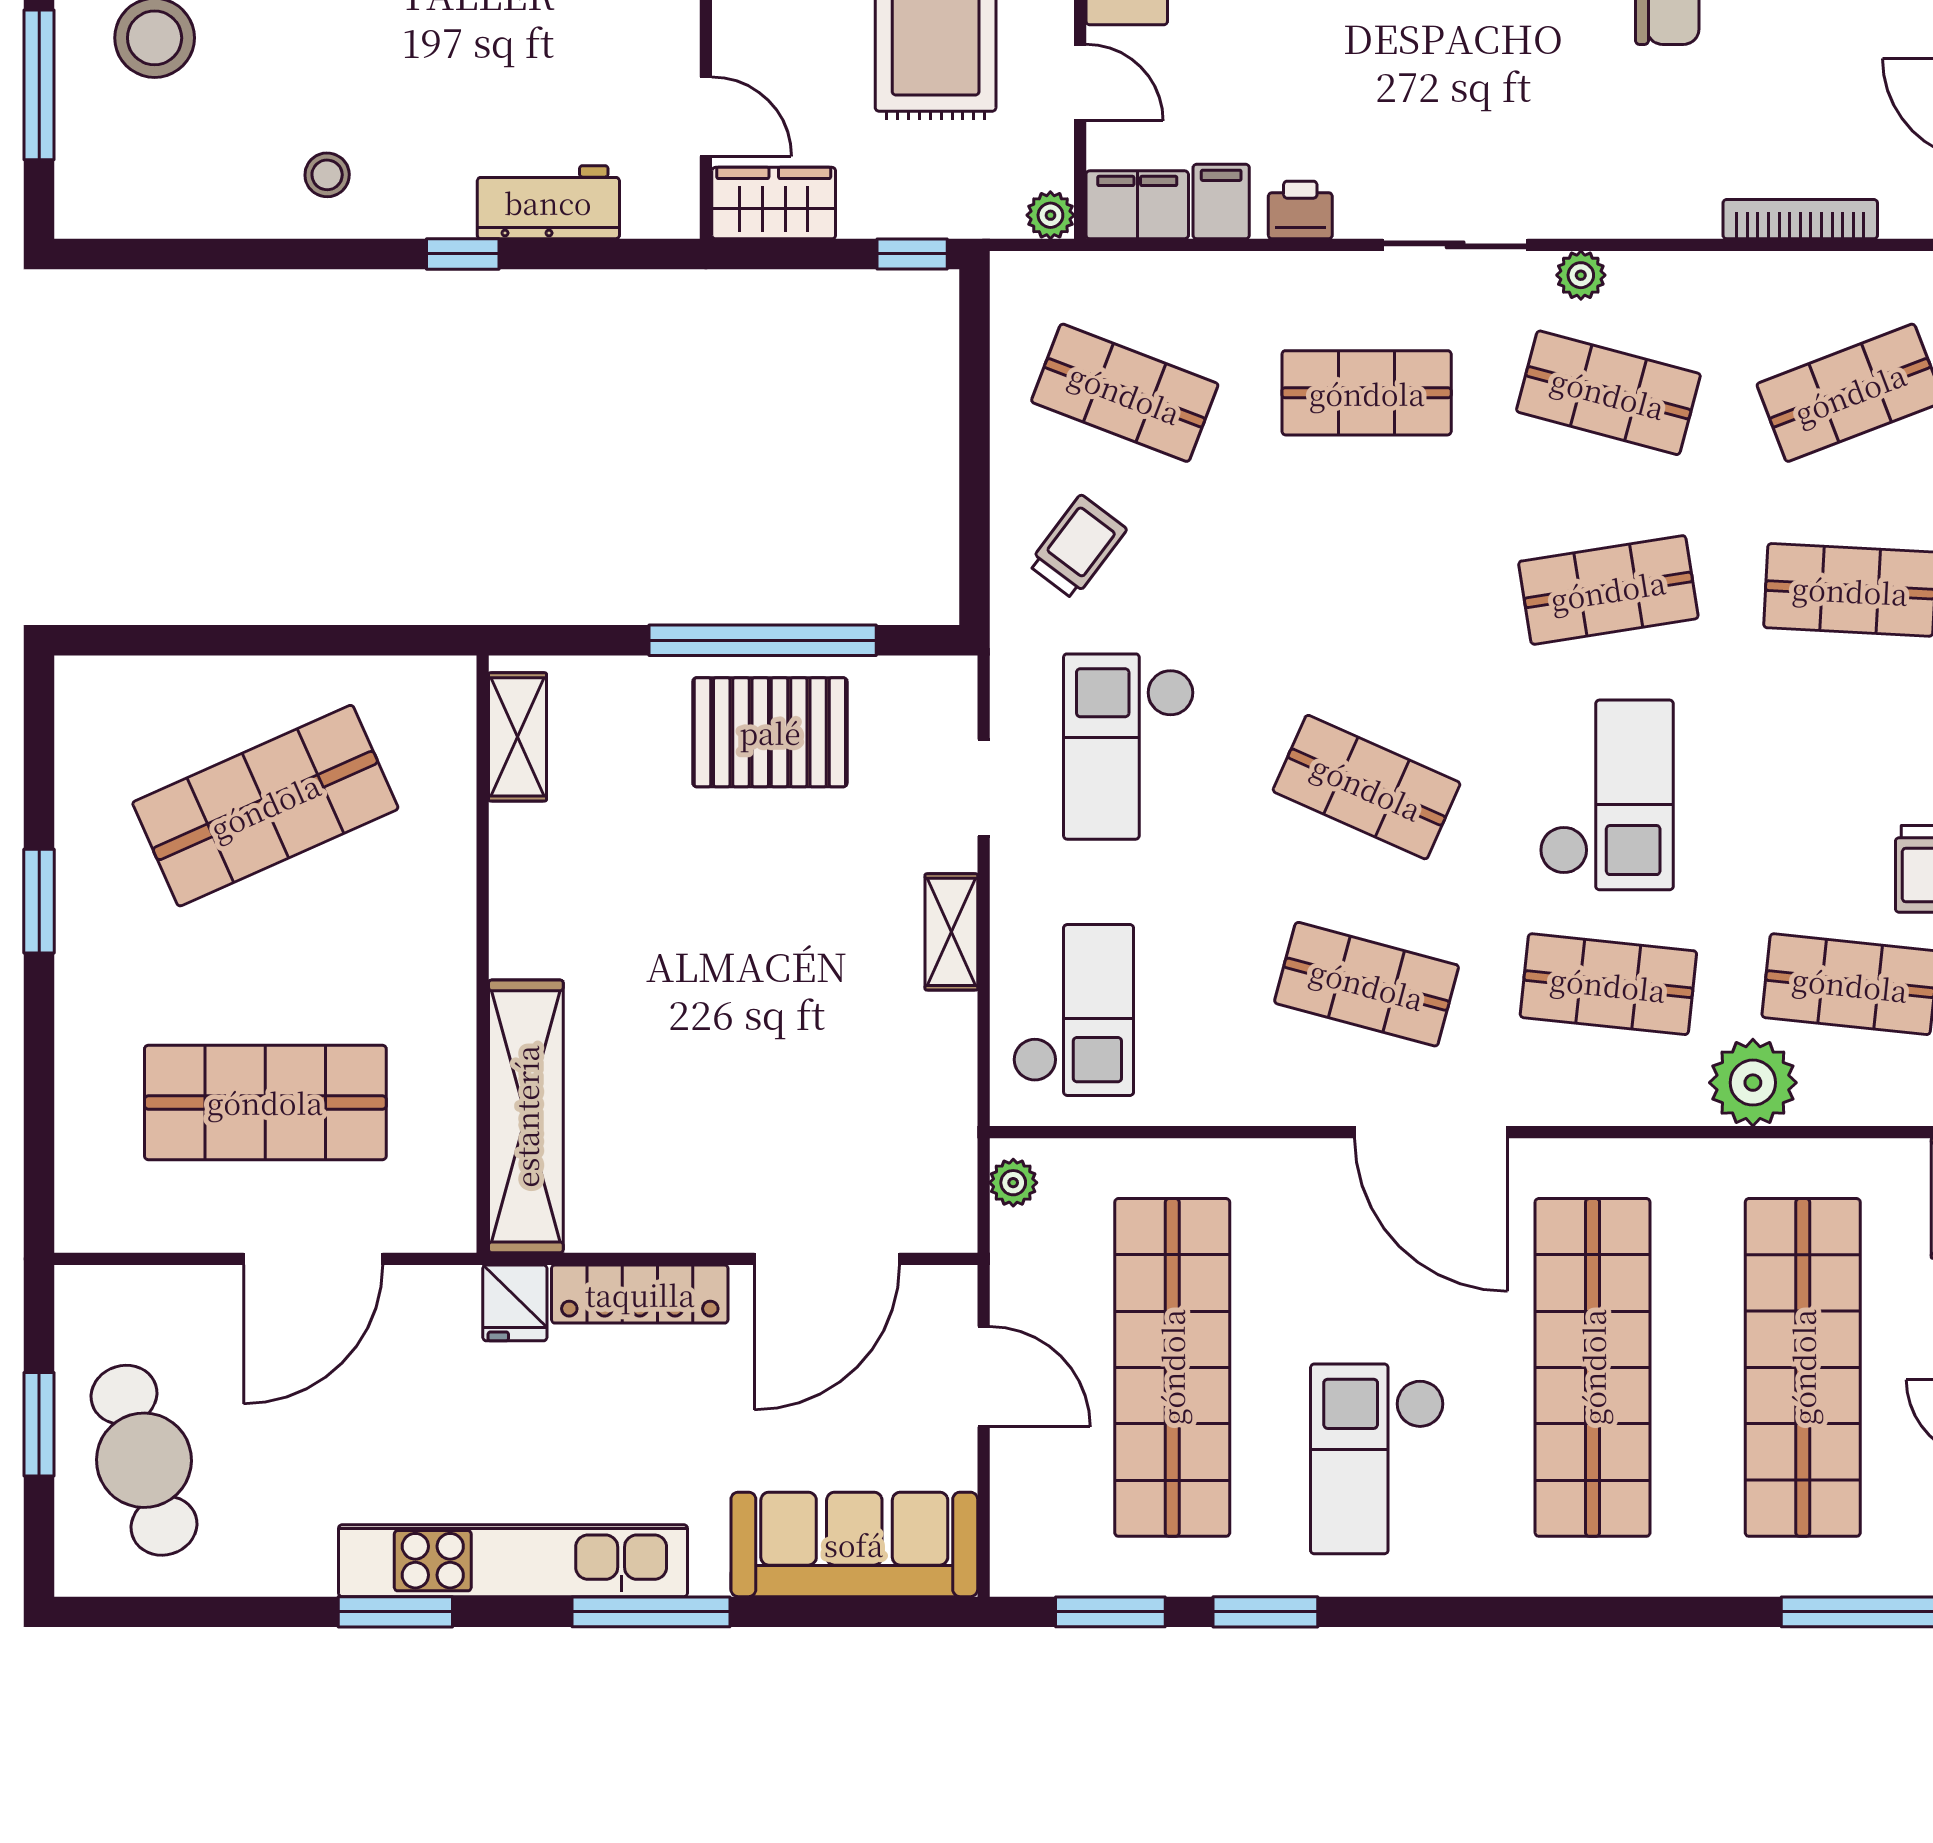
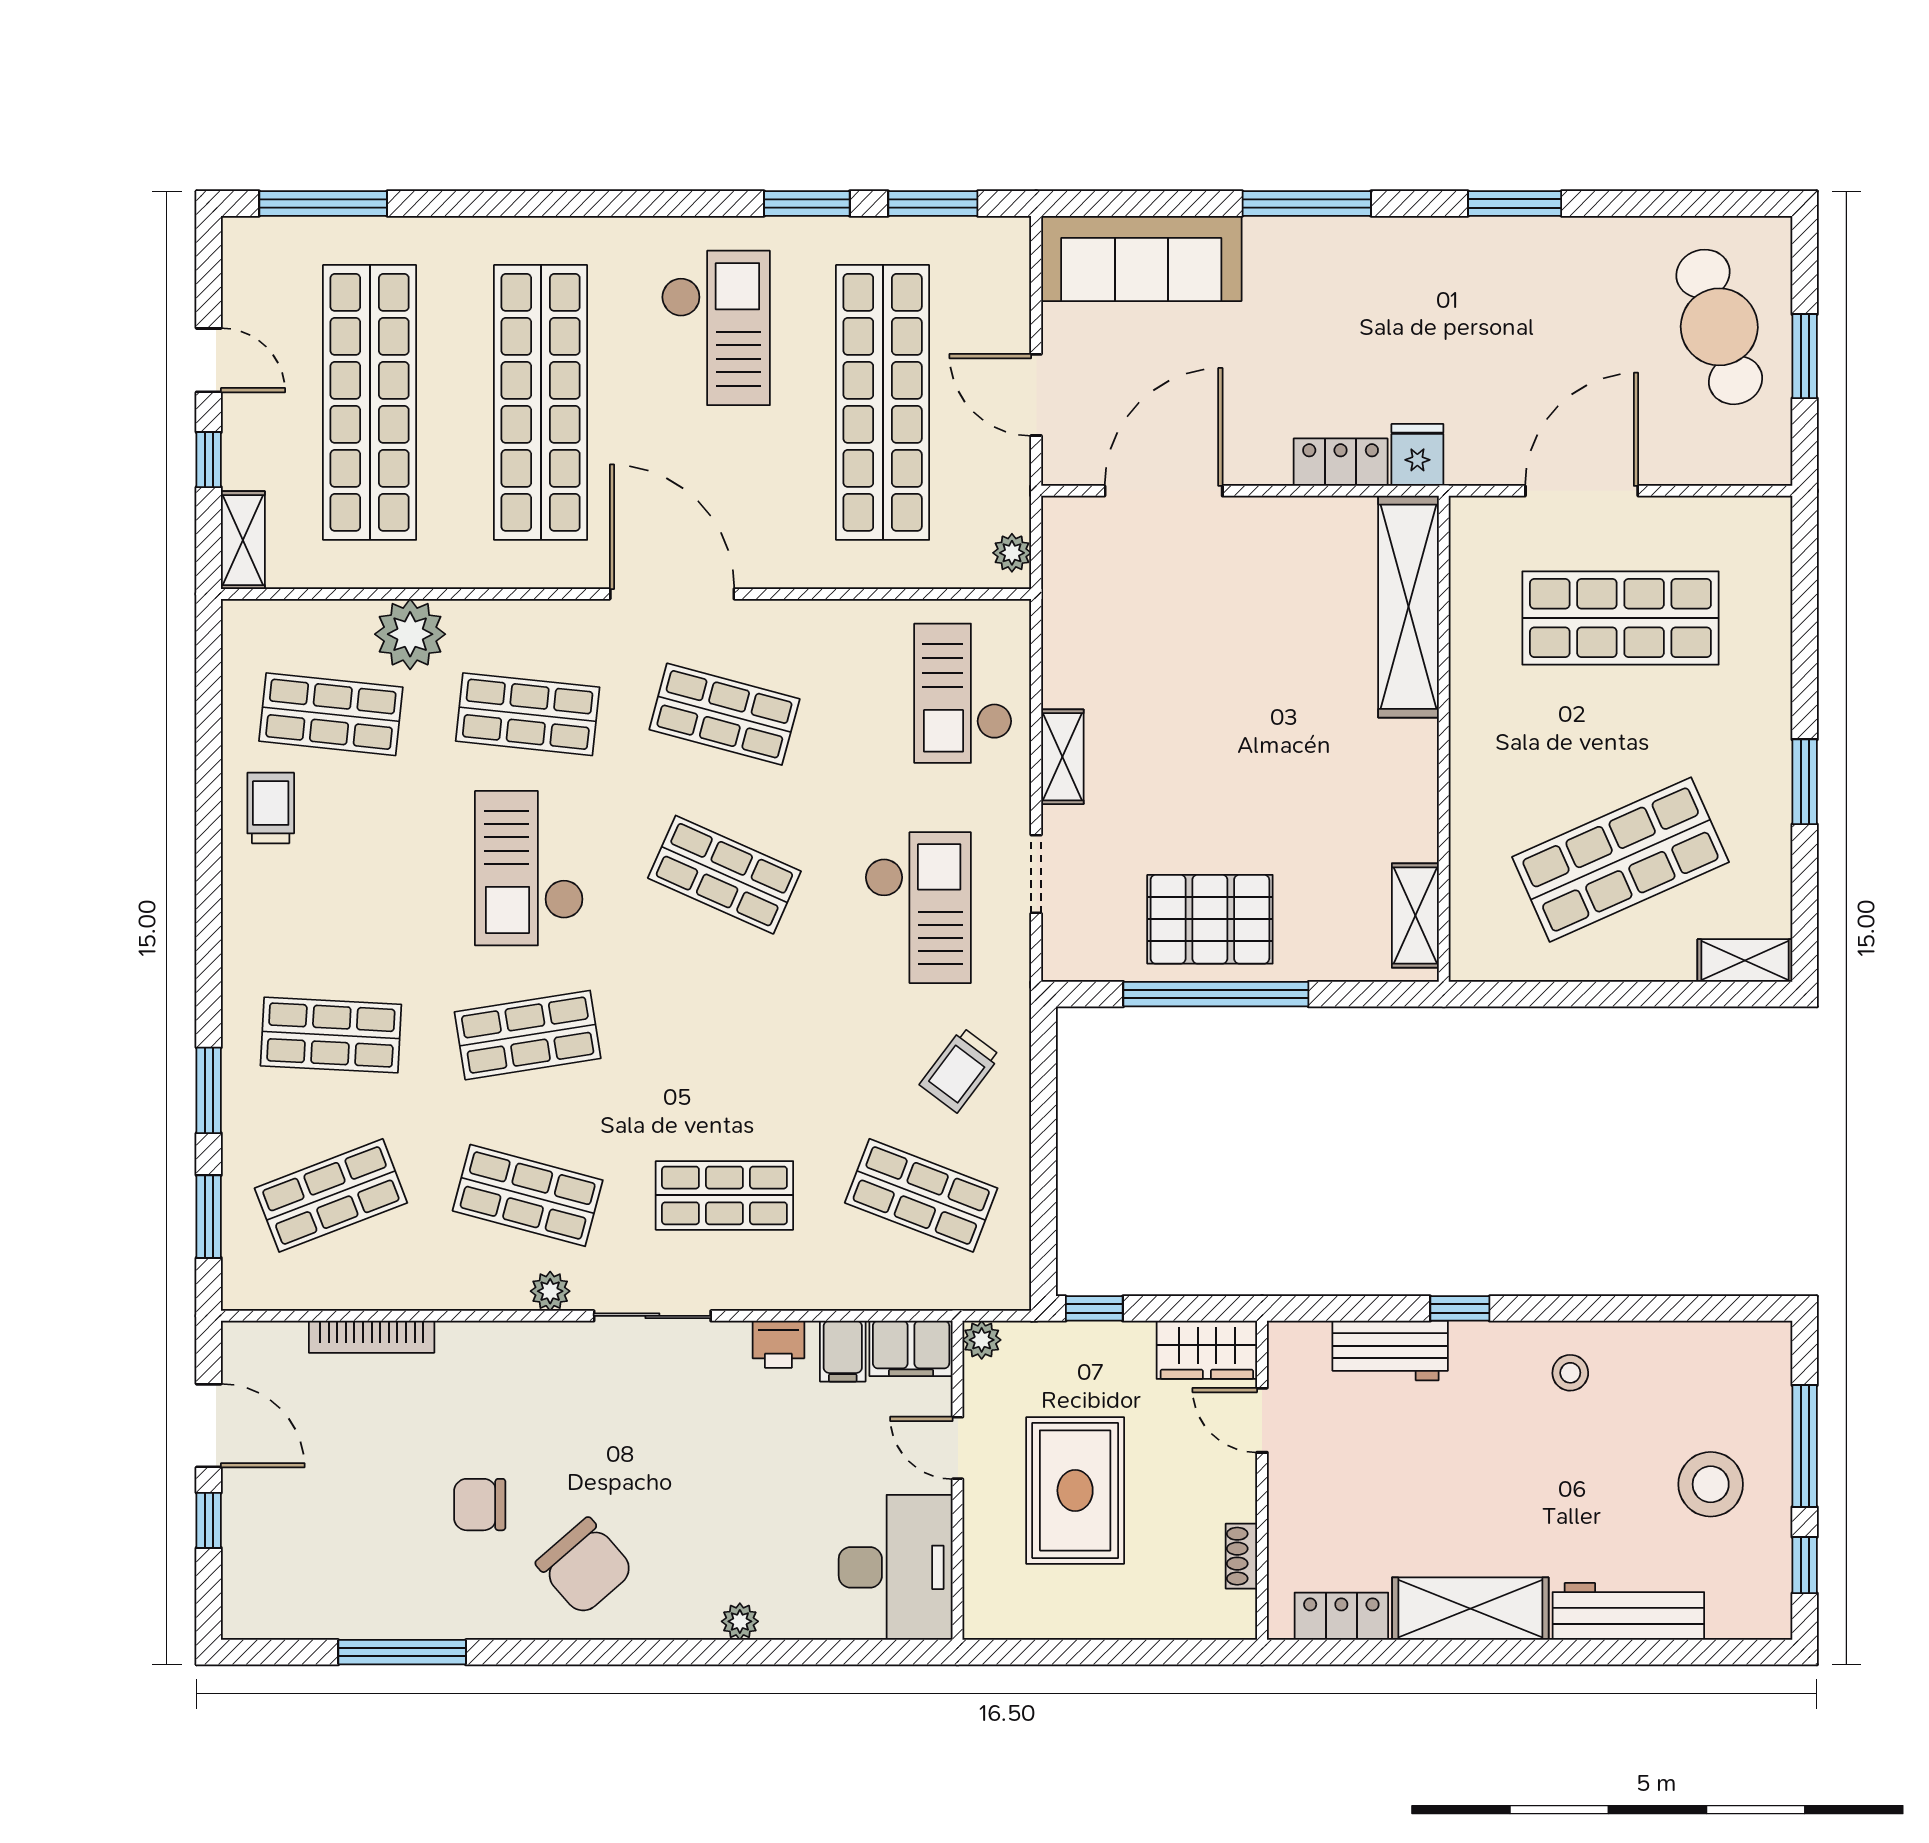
shelving: (112, 682) -> (1745, 961), added
locker: (640, 1294) -> (1341, 462), width x0.66
kitchen unit: (513, 1561) -> (1419, 245), removed

